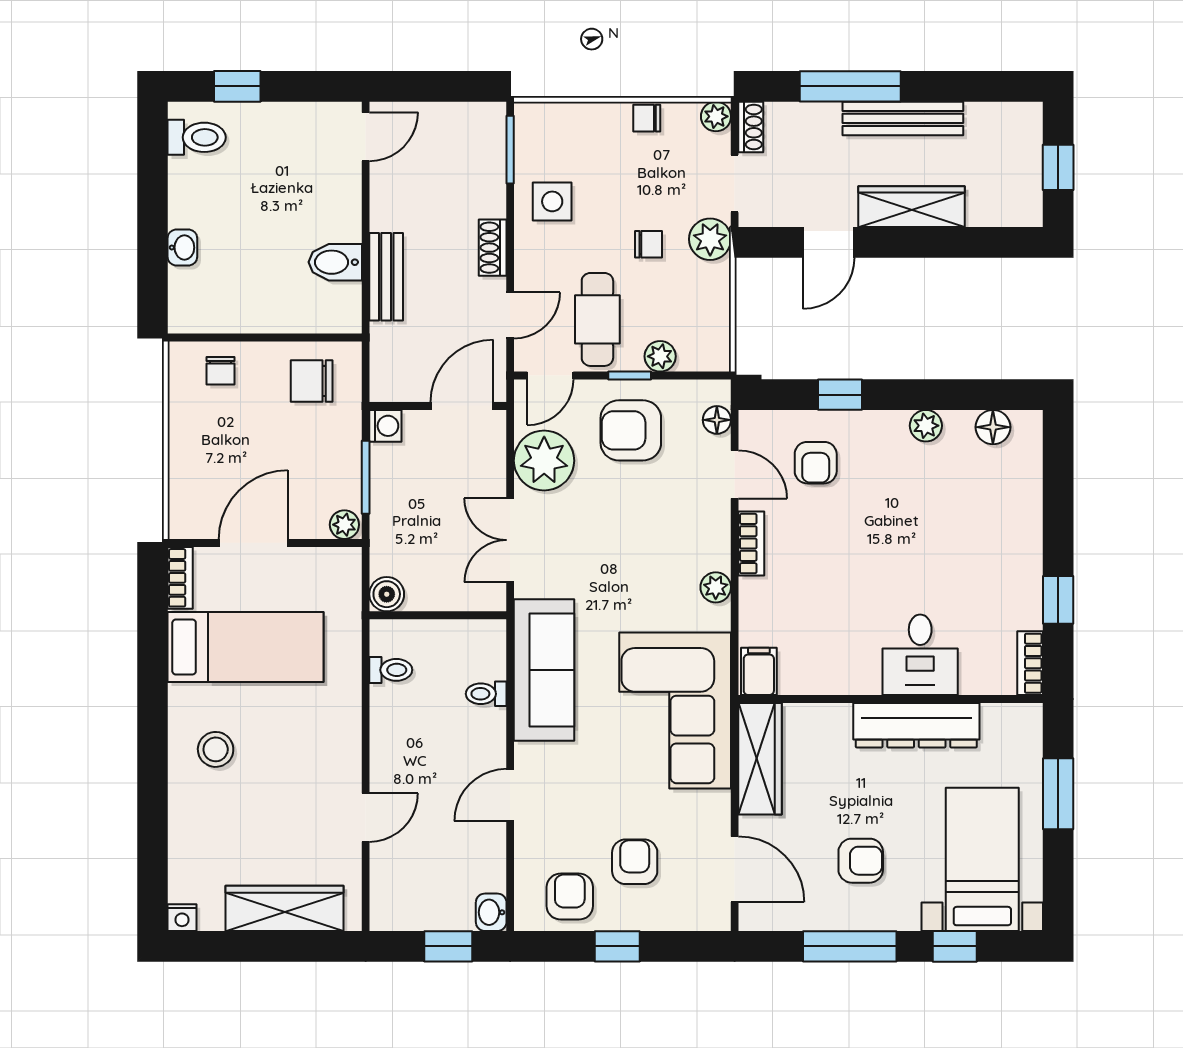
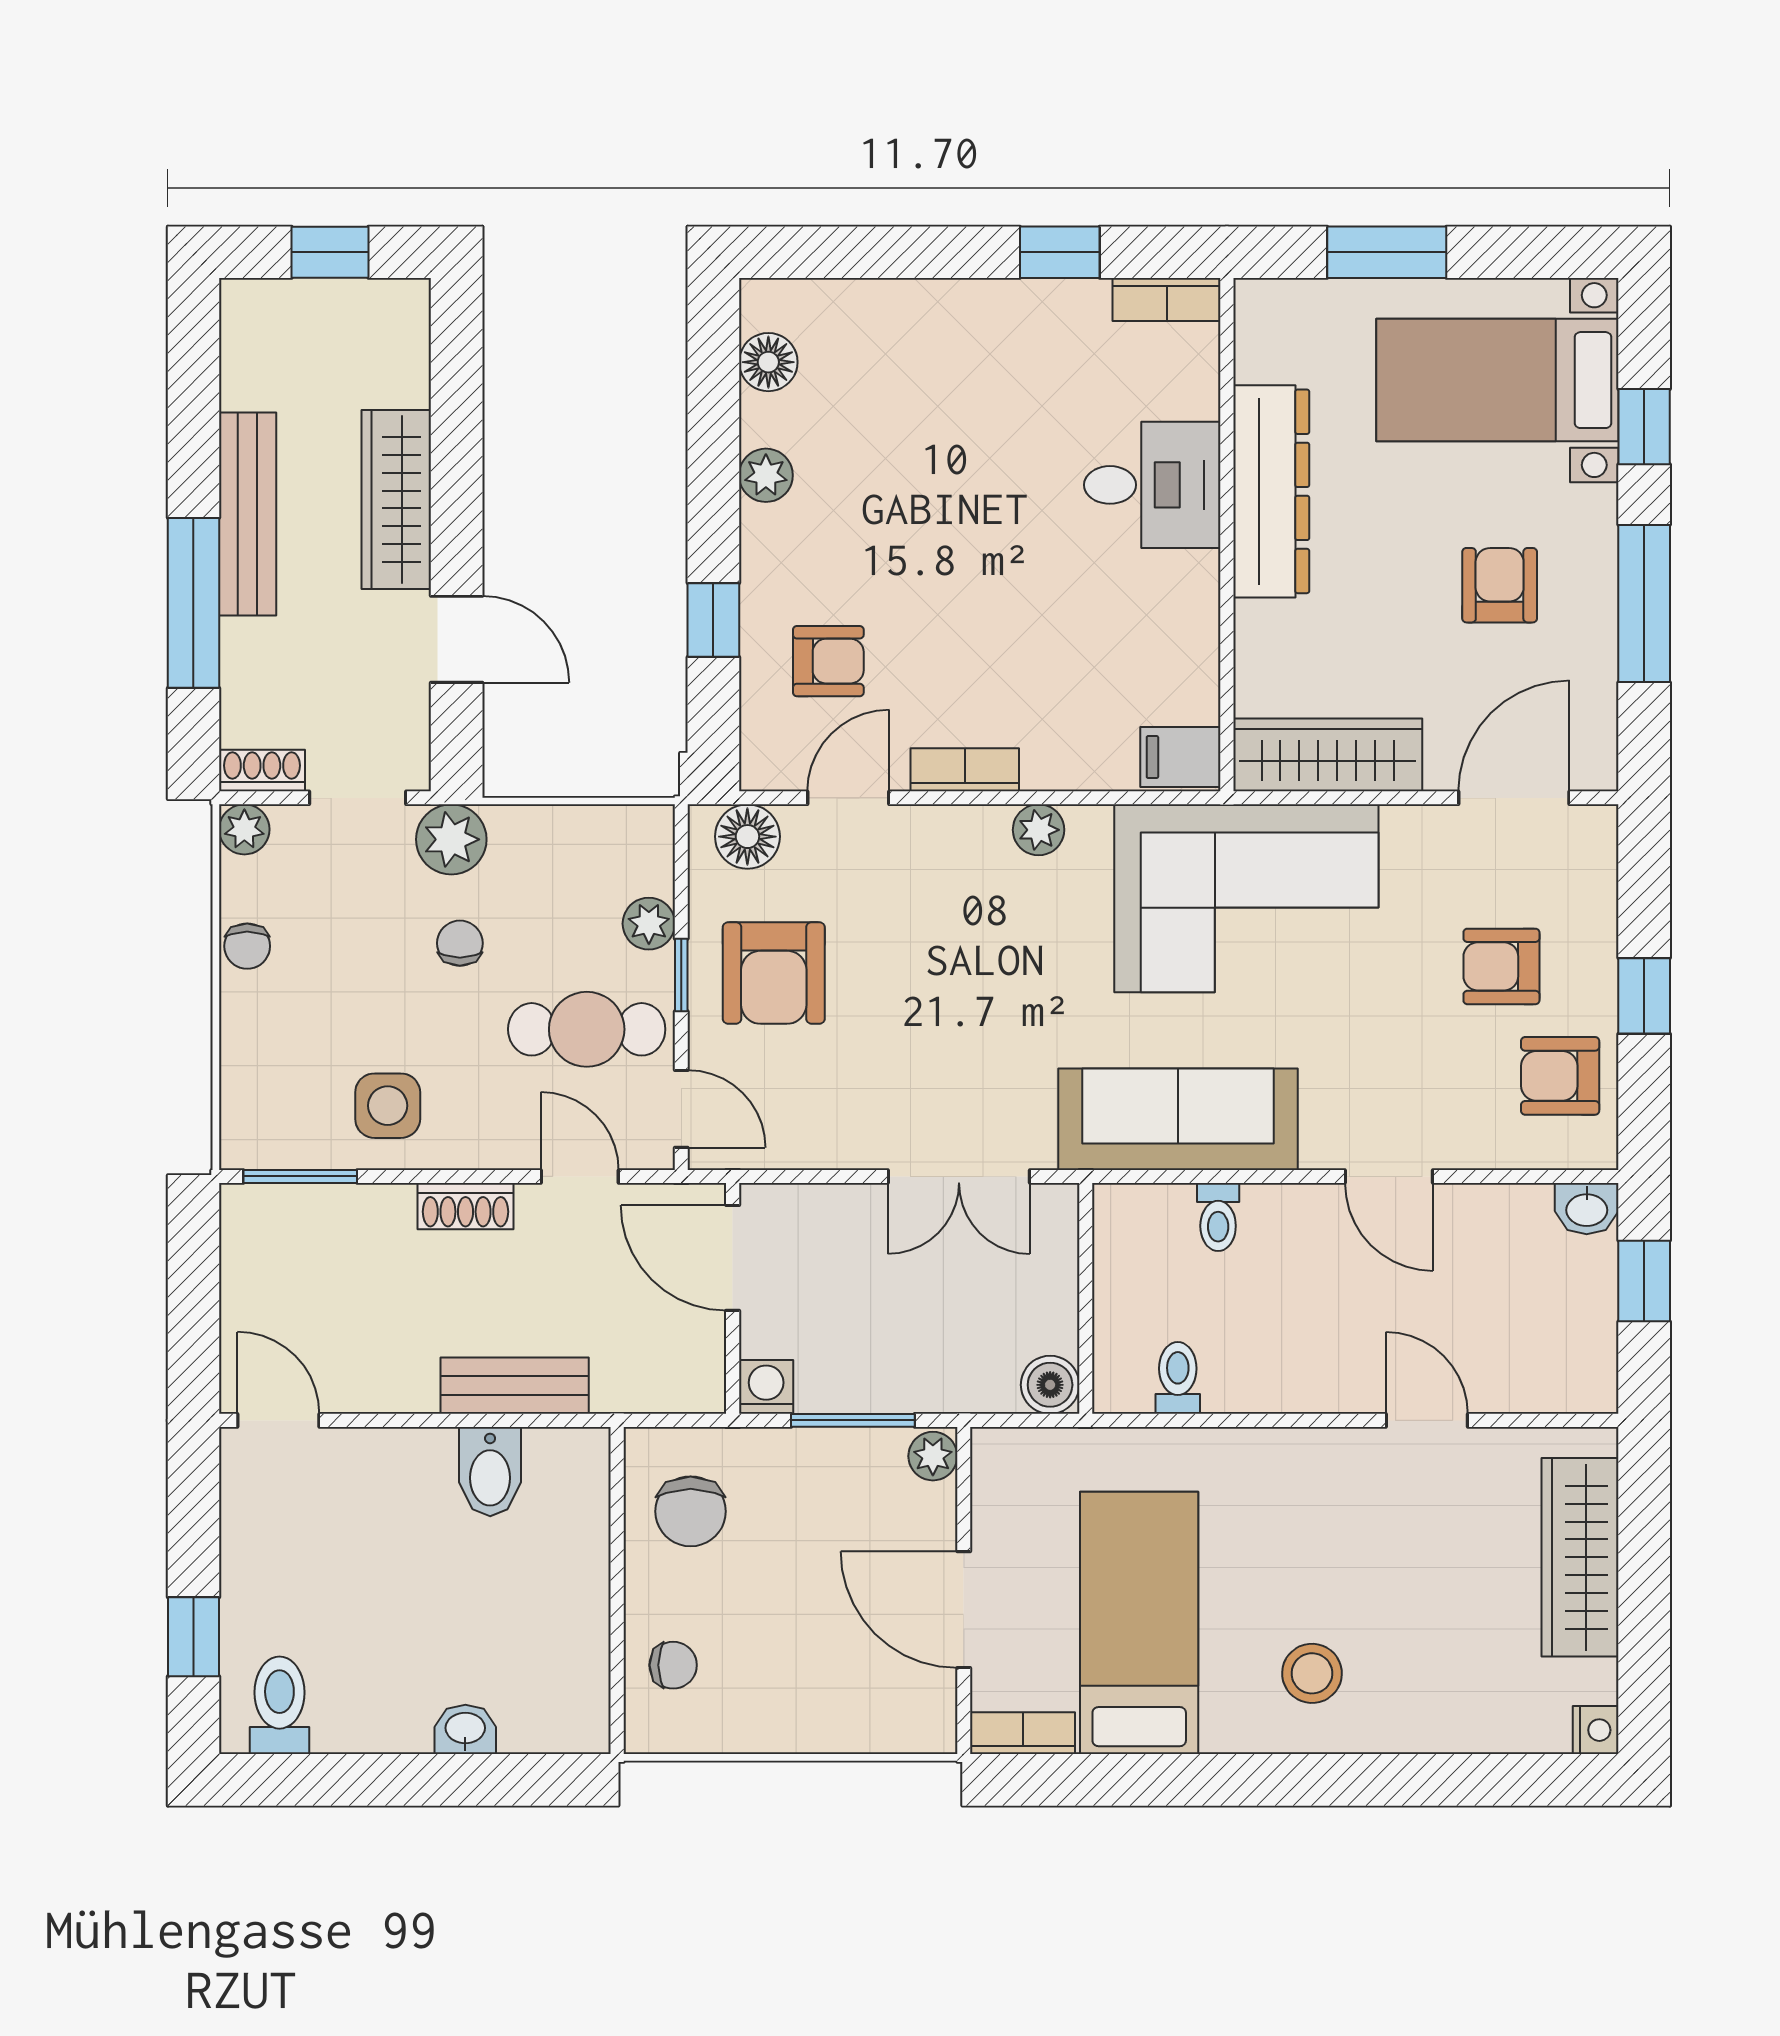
floor lamp: (717, 420) -> (747, 837), width x1.37, depth x1.37
plant: (544, 461) -> (825, 1119), removed

